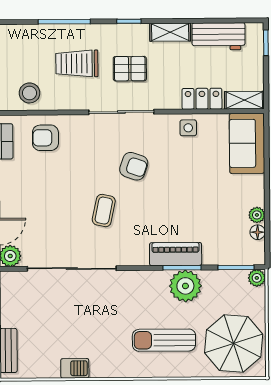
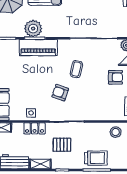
trolley: (77, 64) -> (96, 158), moved
locker: (202, 99) -> (35, 128), moved
armchair: (45, 138) -> (115, 77), moved
piano: (176, 254) -> (38, 48), width x1.37, depth x1.33

